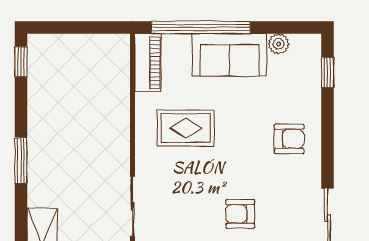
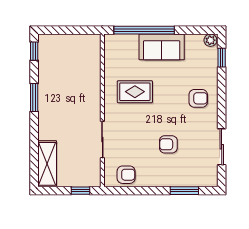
plant: (279, 44) -> (210, 40), moved
piano: (148, 63) -> (112, 52), removed
window: (21, 160) -> (34, 97), moved

